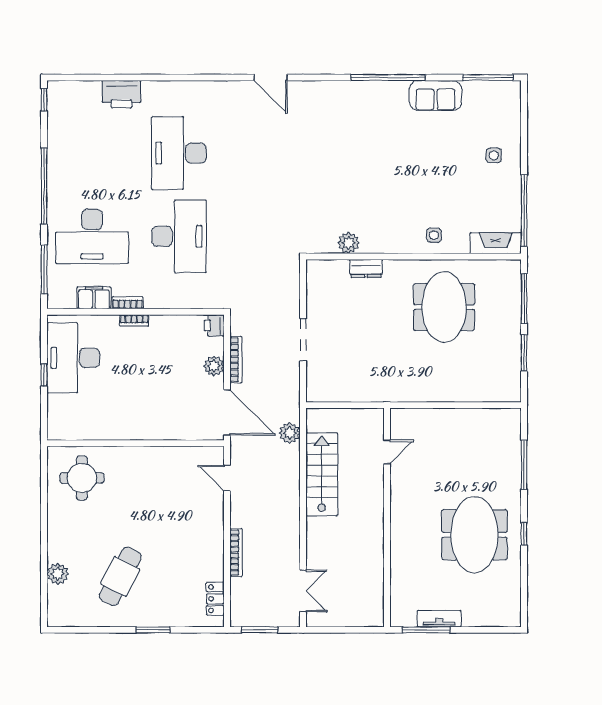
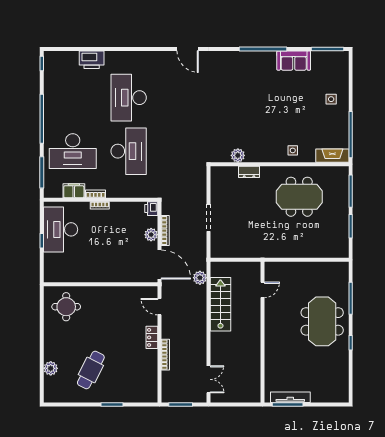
meeting table: (444, 307) -> (299, 197), turned 90
meeting table: (474, 535) -> (322, 321), moved
locker: (215, 599) -> (152, 337), moved
tv unit: (439, 619) -> (290, 397), width x1.41

